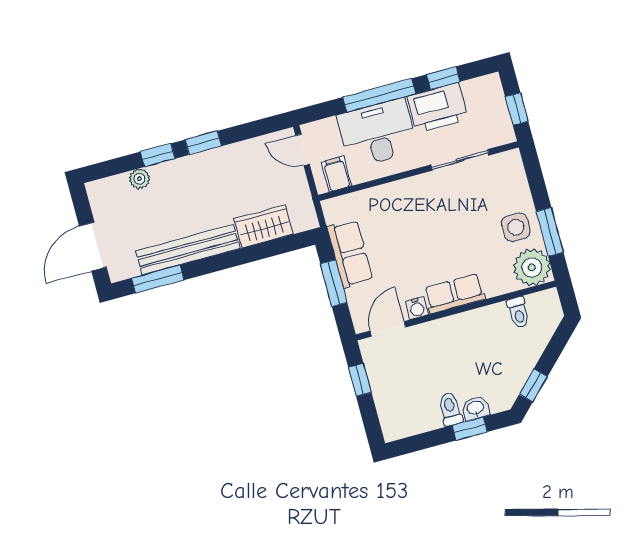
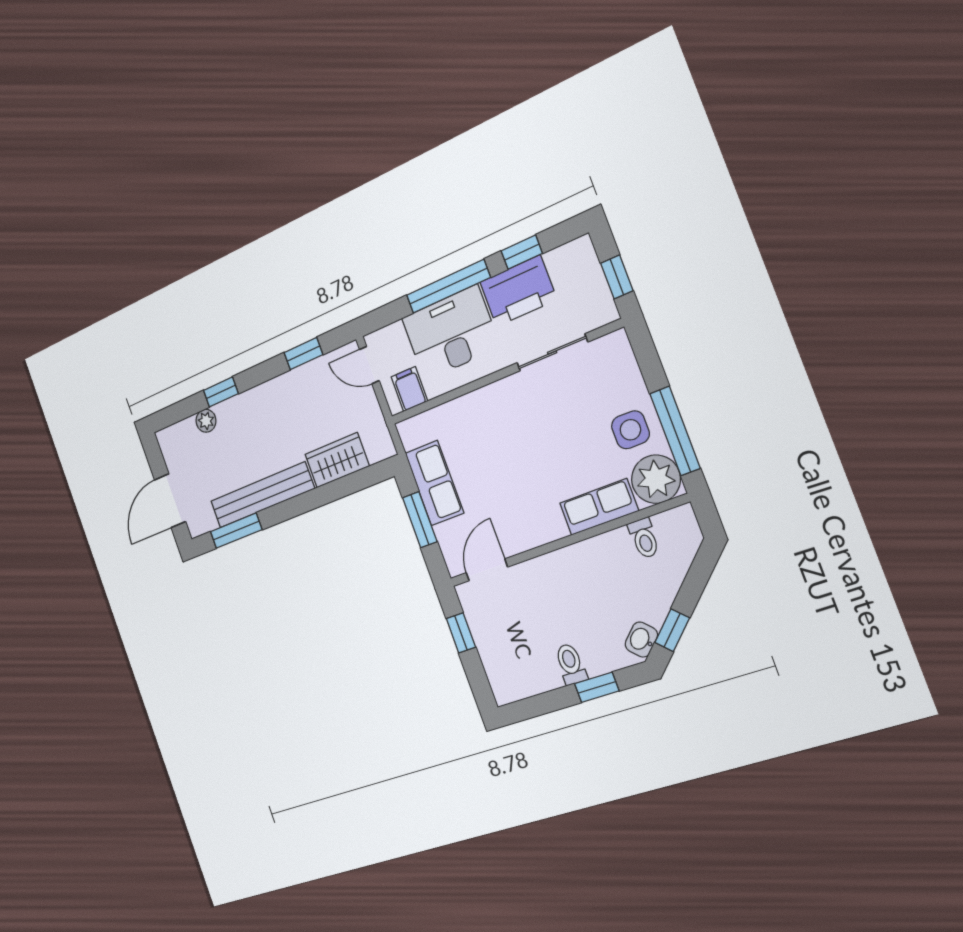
window: (203, 143) -> (303, 354), moved
window: (550, 232) -> (675, 431), width x1.44
row of seats: (455, 294) -> (599, 507), moved
water cooler: (417, 308) -> (518, 542), removed
washbasin: (475, 408) -> (641, 640), moved, turned -45

